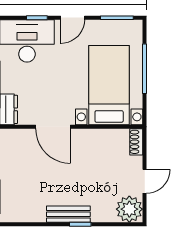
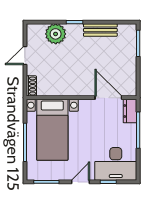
door: (53, 127) -> (108, 98), moved
plant: (129, 209) -> (56, 34), moved
bench: (68, 214) -> (100, 30), moved

